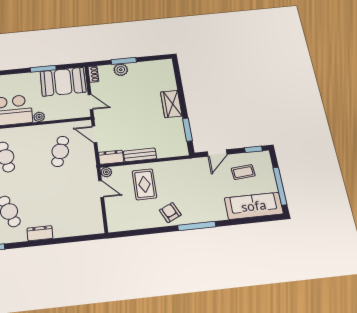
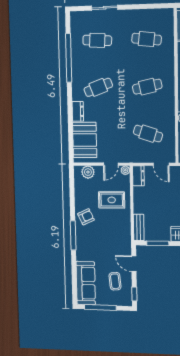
door: (94, 134) -> (161, 164), swing flipped
bench: (140, 155) -> (139, 227), moved
plant: (114, 215) -> (88, 172), added
booth: (75, 222) -> (85, 140), added

